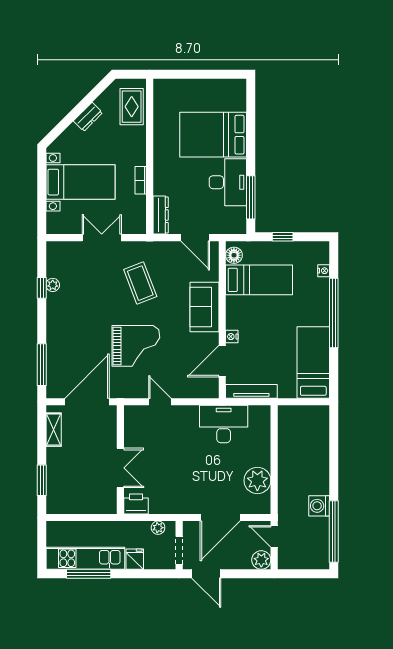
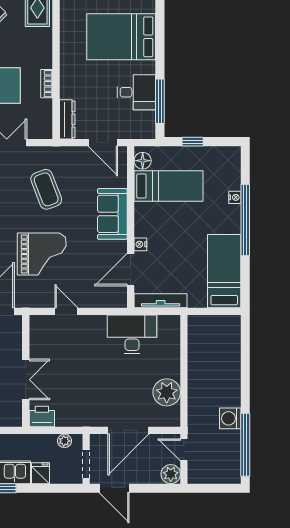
desk: (228, 182) -> (136, 92), width x0.73
nightstand: (324, 271) -> (235, 197), moved

